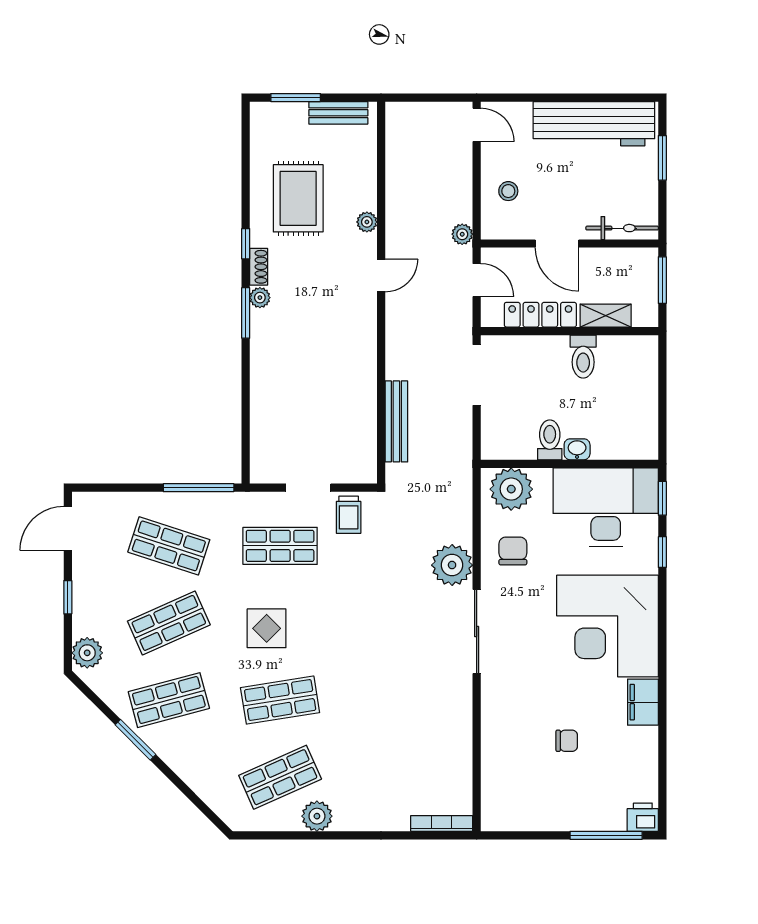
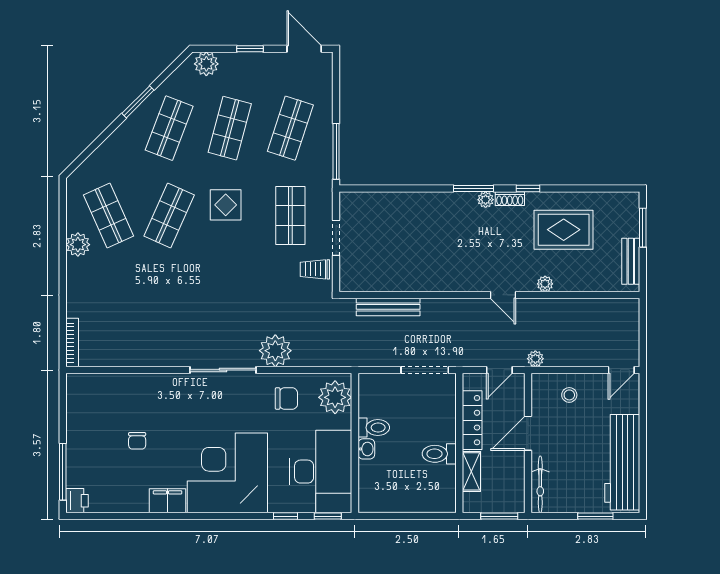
shop shelf: (169, 623) -> (230, 128), turned 39
shop shelf: (169, 700) -> (169, 128), turned 36
shop shelf: (280, 700) -> (169, 216), turned 33

